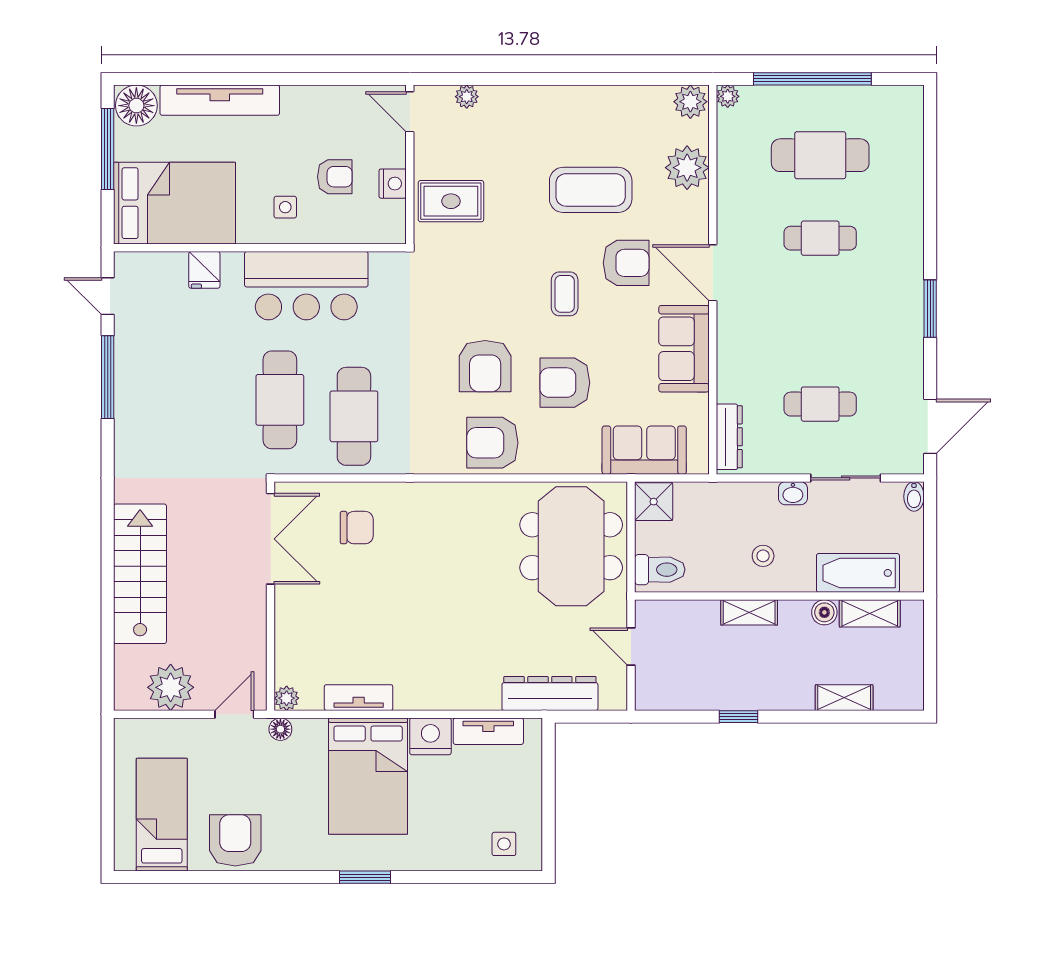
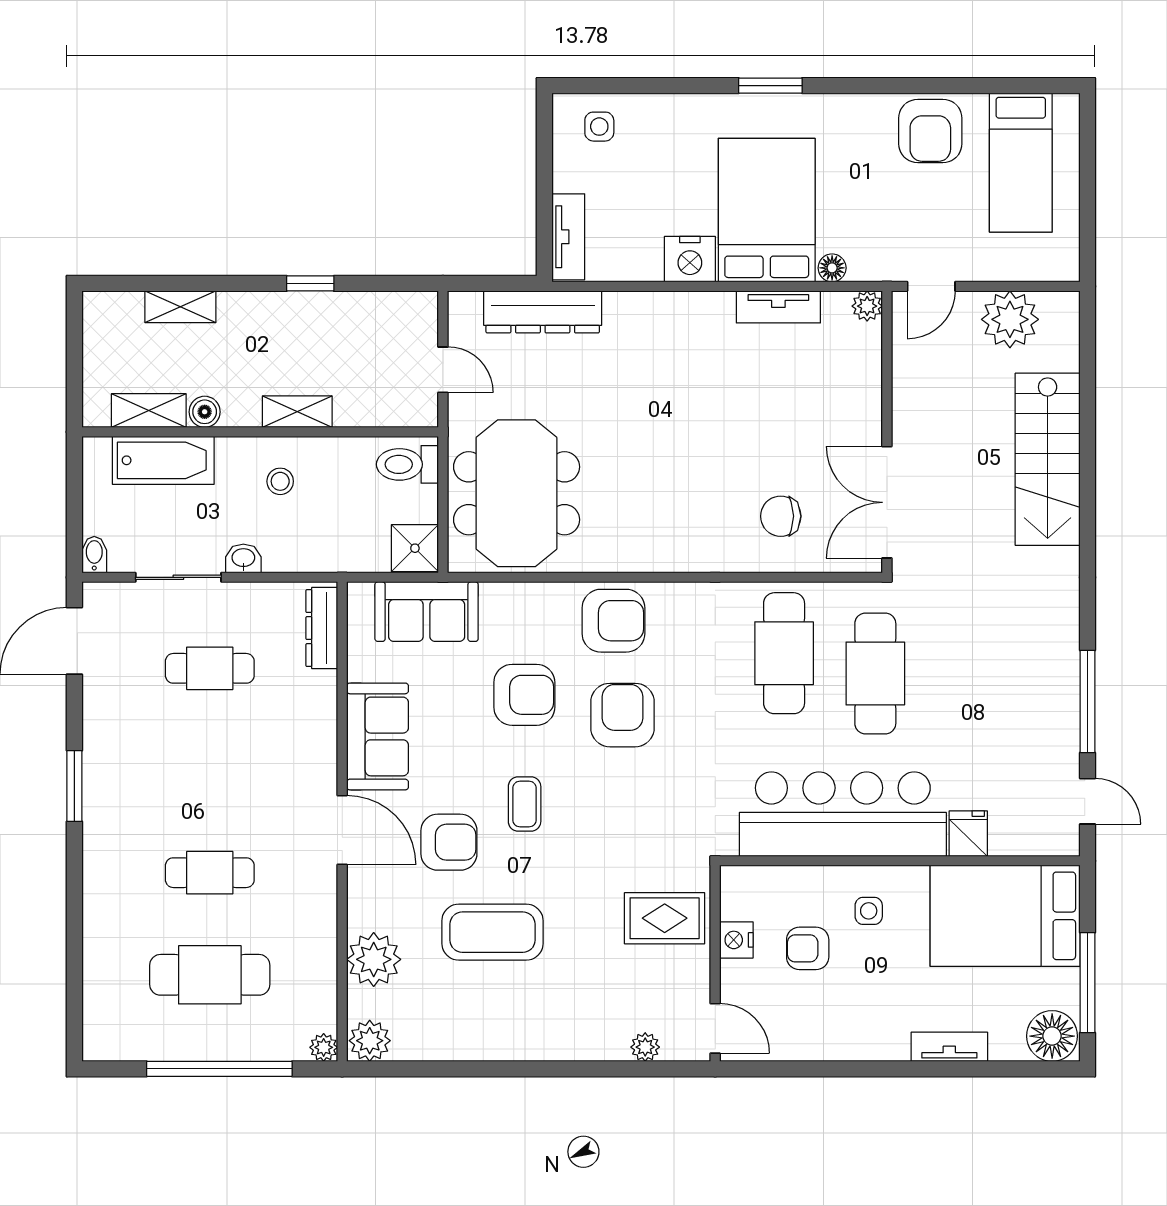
tv unit: (220, 100) -> (949, 1047), width x0.52, depth x0.78
armchair: (626, 263) -> (449, 842), turned 180
bar counter: (306, 286) -> (843, 814), width x1.36
floor lamp: (280, 729) -> (832, 268), moved
tv unit: (488, 731) -> (568, 237), moved, turned 90

